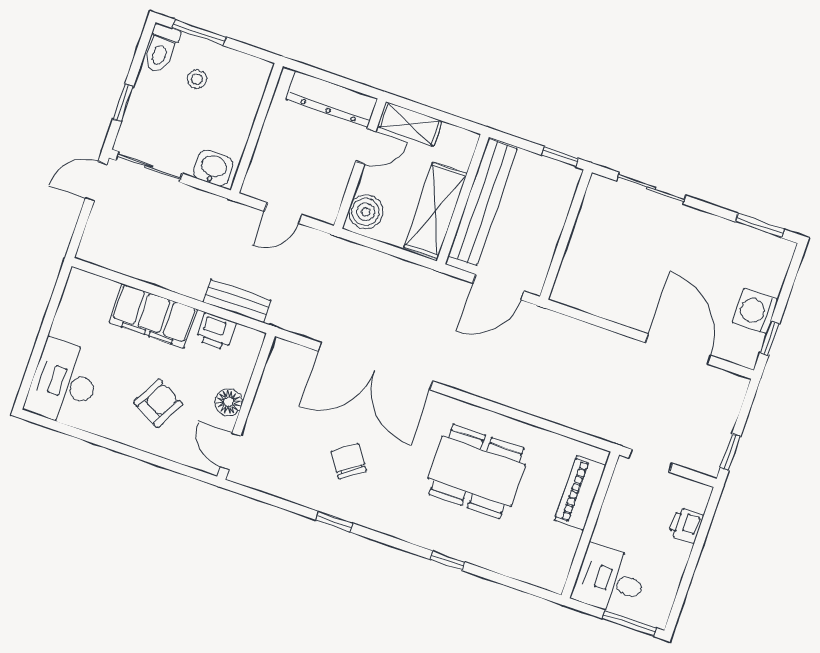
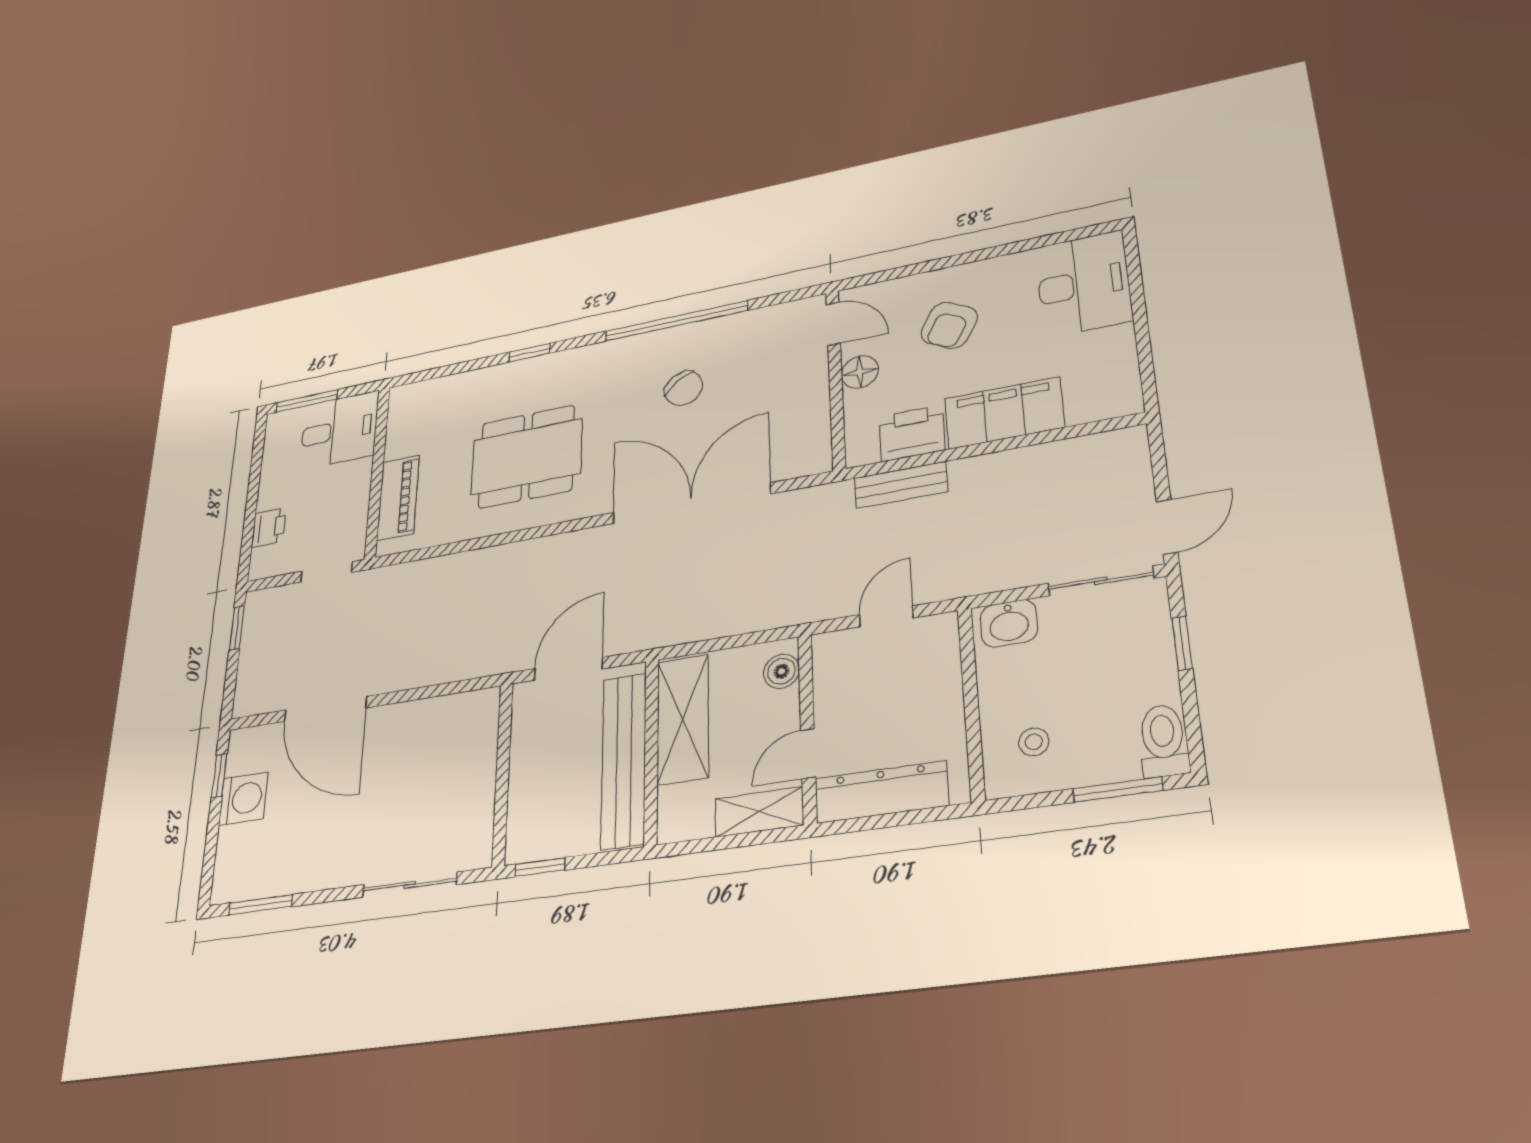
stool: (197, 79) -> (1034, 742), moved
boiler: (366, 212) -> (781, 671), width x0.73, depth x0.73
printer: (216, 332) -> (912, 433), width x1.36, depth x1.24
window: (334, 522) -> (676, 321), width x3.17

